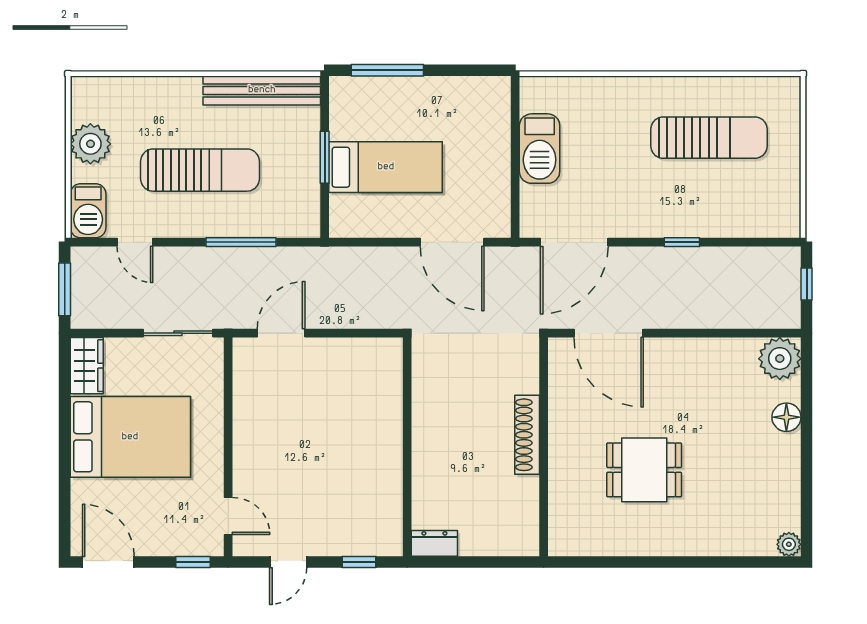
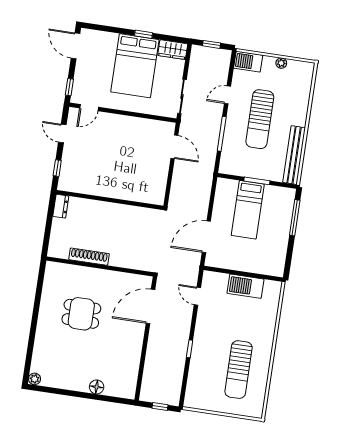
plant: (90, 144) -> (281, 63), width x0.53, depth x0.53
door: (135, 242) -> (227, 95), moved
door: (574, 242) -> (197, 296), width x0.53
window: (65, 289) -> (212, 44), width x0.67
plant: (780, 359) -> (126, 388), removed
window: (65, 429) -> (143, 34), added
shoe rack: (527, 435) -> (89, 257), moved
dining table: (644, 470) -> (81, 314), turned 90
door: (108, 562) -> (75, 46), swing flipped

